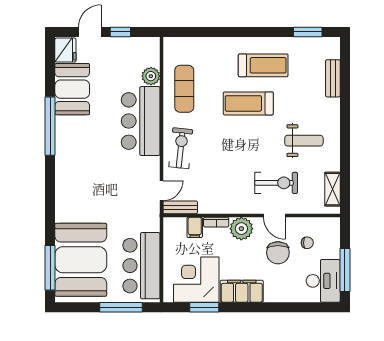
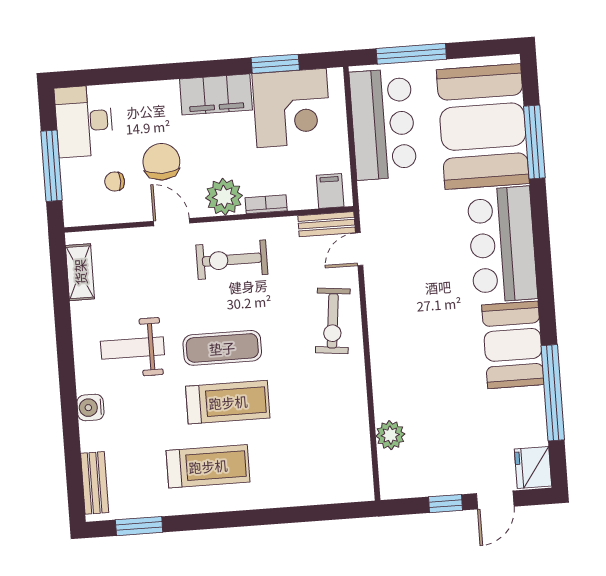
treadmill: (263, 65) -> (208, 466), turned 180
bench: (333, 78) -> (95, 483), moved
booth: (72, 89) -> (513, 345), moved
exercise mat: (184, 89) -> (222, 348), moved, turned 90
water cooler: (332, 106) -> (90, 407), added
bar counter: (141, 121) -> (502, 244), moved, turned 180
window: (50, 126) -> (553, 393), moved
exercise bike: (276, 183) -> (232, 260), moved
filing cabinet: (195, 227) -> (330, 191), moved
window: (50, 268) -> (534, 142), moved
window: (345, 270) -> (51, 166), moved

